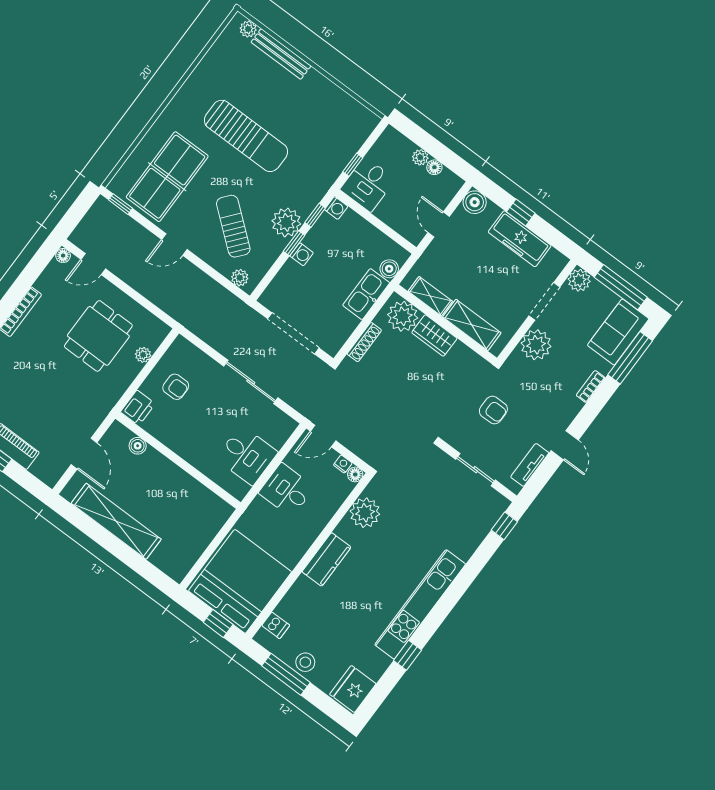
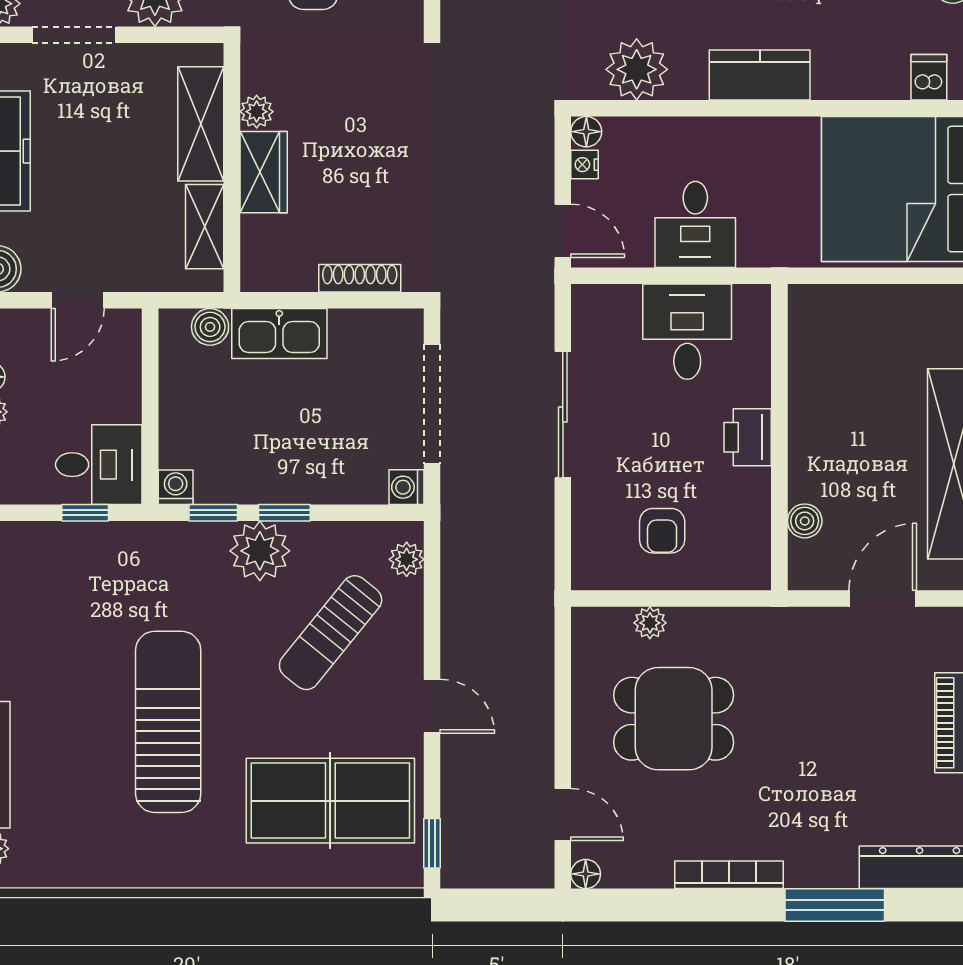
washing machine: (302, 254) -> (406, 487), moved, turned -90
plant: (403, 316) -> (257, 112), moved, width x0.53, depth x0.53
armchair: (176, 387) -> (662, 531), turned 180
printer: (138, 408) -> (748, 437), moved, turned -90

